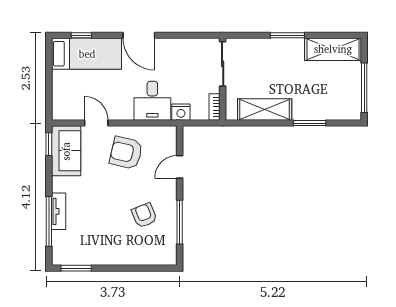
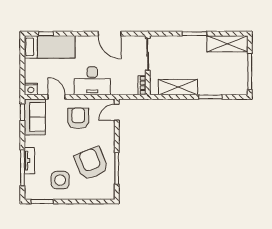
door: (139, 35) -> (110, 34), moved
desk: (152, 101) -> (92, 81), width x1.37
nightstand: (181, 112) -> (31, 89), moved
armchair: (126, 153) -> (78, 118), turned 77
door: (180, 167) -> (117, 112), moved
armchair: (144, 215) -> (91, 163), width x1.88, depth x1.88
side table: (101, 238) -> (60, 180), added

